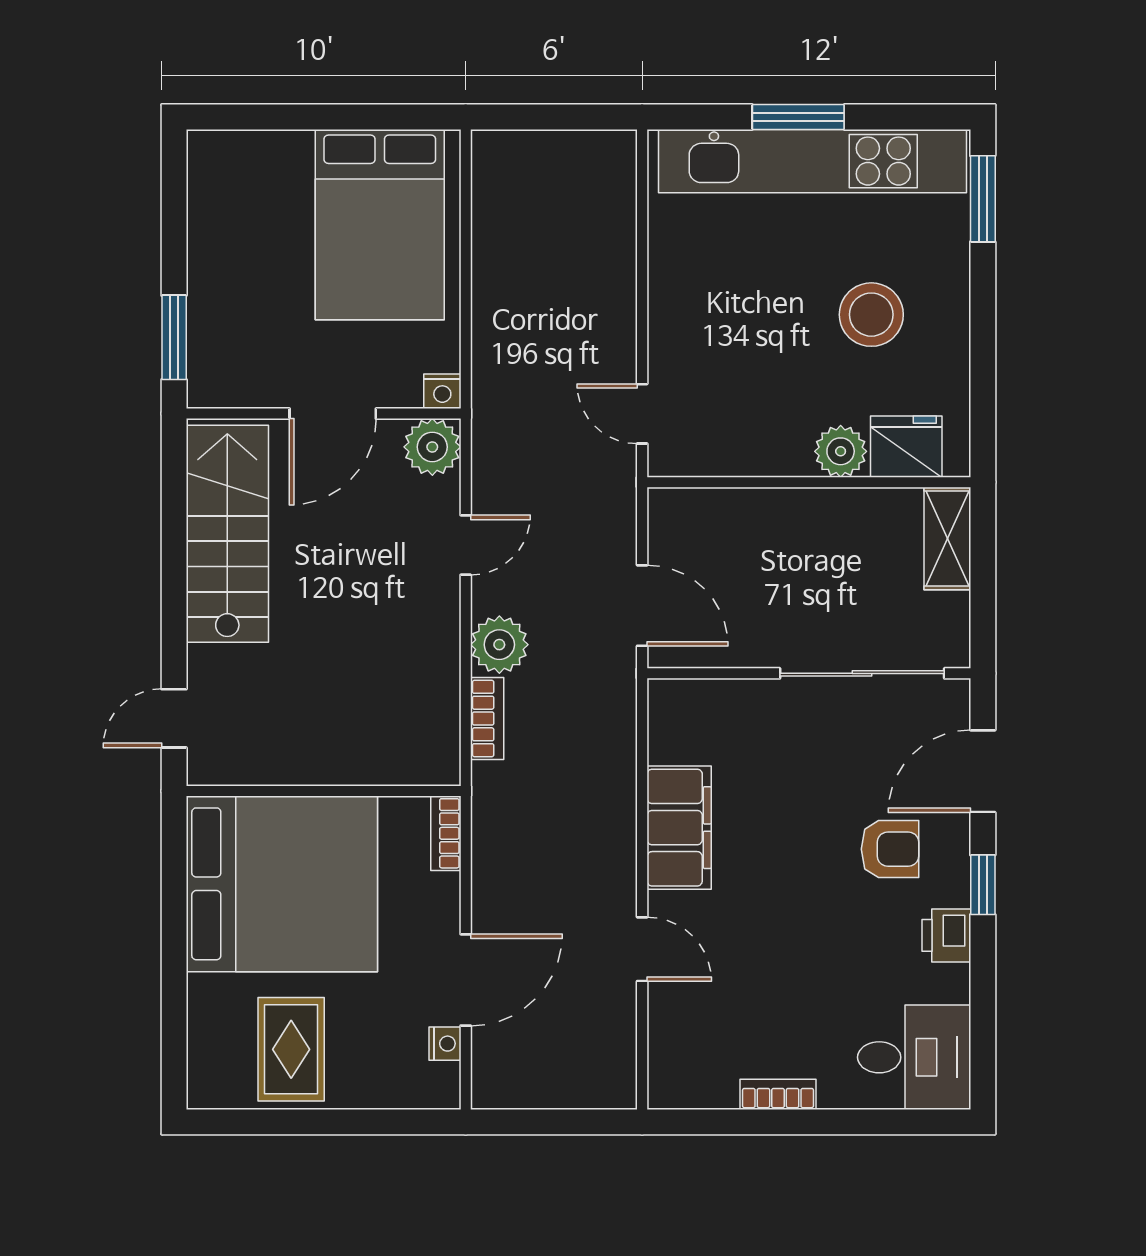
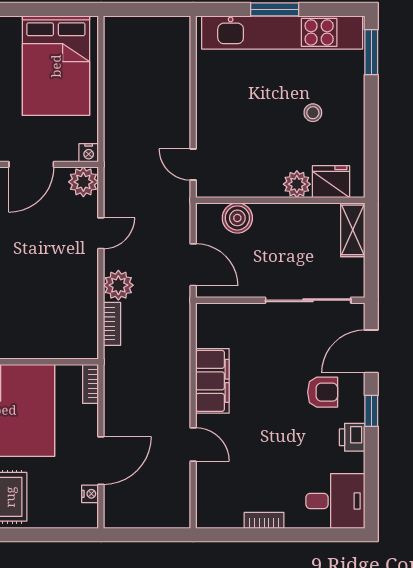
stool: (871, 315) -> (313, 113), width x0.53, depth x0.53
boiler: (727, 516) -> (237, 218), added

